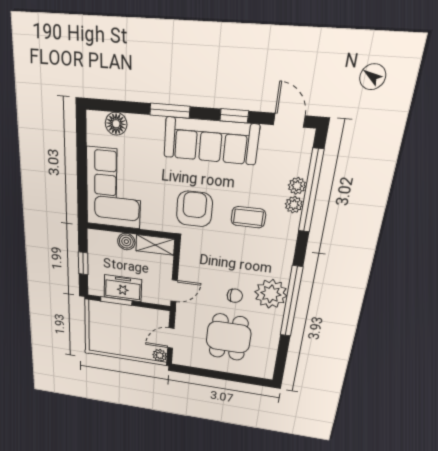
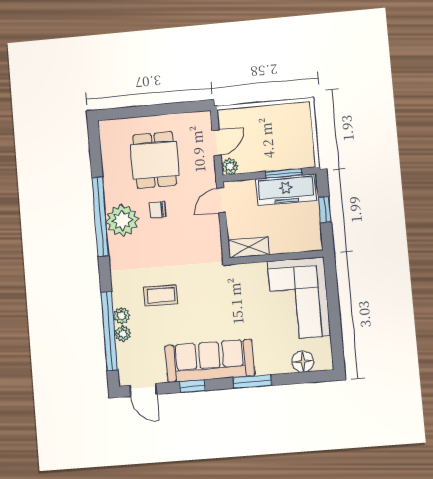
armchair: (194, 209) -> (214, 293), removed
boiler: (126, 242) -> (280, 245), removed
freezer: (123, 288) -> (286, 190), width x1.40
plant: (160, 355) -> (230, 166), moved

